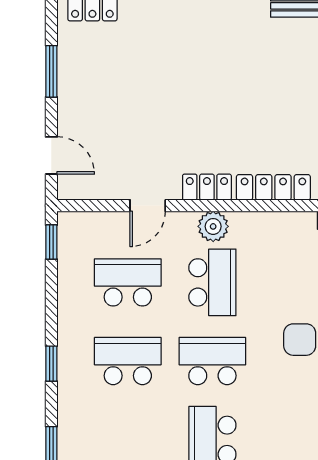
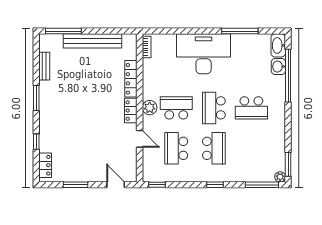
door: (51, 155) -> (116, 185), hinge flipped
school desk: (128, 361) -> (214, 148), turned 180

